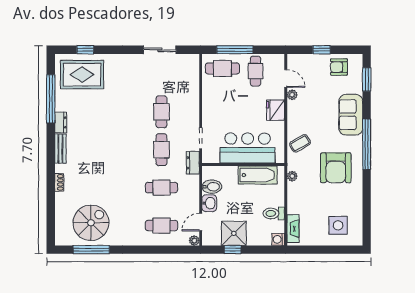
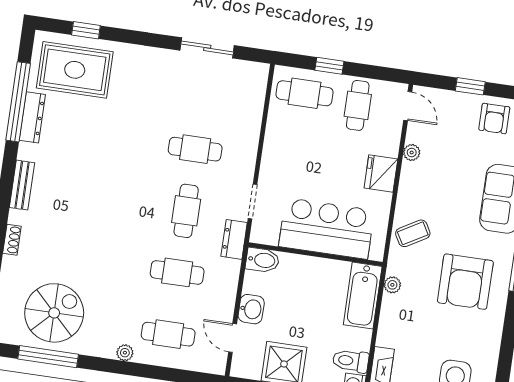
window: (235, 50) -> (329, 66), width x0.46
armchair: (339, 67) -> (494, 118), turned -90
door: (286, 78) -> (408, 106), moved
cafe table: (161, 112) -> (195, 149), turned 90
dresser: (61, 122) -> (32, 117), moved, width x1.44
bathtub: (258, 175) -> (363, 296), moved, turned 90
bidet: (212, 187) -> (262, 260), moved
toilet: (274, 213) -> (351, 361), moved
door: (201, 222) -> (233, 338), hinge flipped
plant: (194, 240) -> (125, 353), moved

